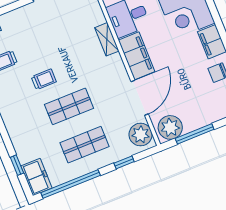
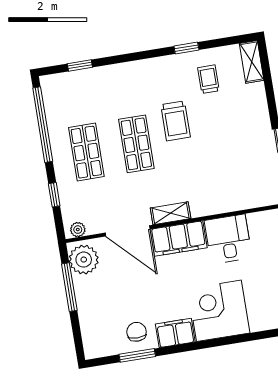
shelving: (107, 39) -> (171, 213), moved
trolley: (44, 79) -> (176, 121), width x1.36, depth x1.39
plant: (141, 135) -> (78, 230), width x0.53, depth x0.53
freezer: (36, 177) -> (60, 86), removed

